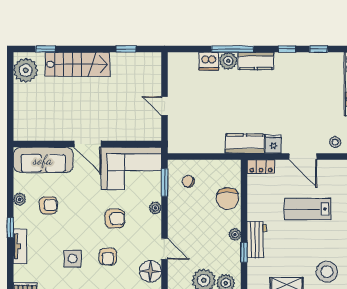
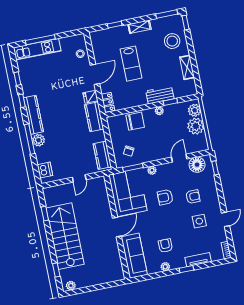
dishwasher: (209, 61) -> (45, 170), moved
kitchen counter: (256, 61) -> (33, 115), width x1.50
stairs: (78, 64) -> (65, 236), width x1.36, depth x1.51
plant: (26, 70) -> (71, 286), width x0.53, depth x0.53
kitchen counter: (190, 144) -> (102, 155), added
armchair: (115, 219) -> (165, 197), turned -90

